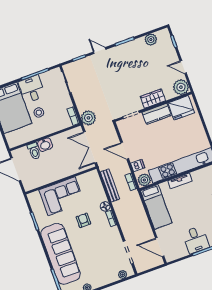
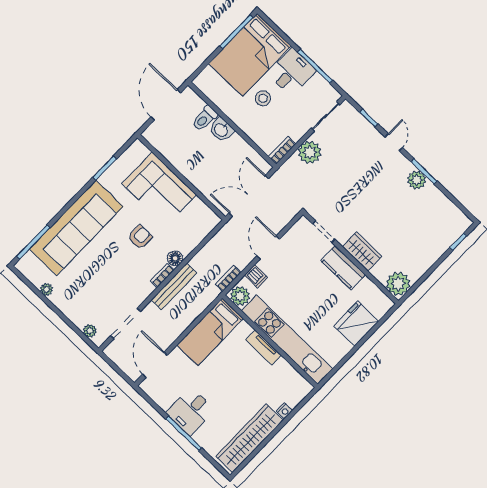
plant: (151, 40) -> (417, 180), moved
door: (183, 67) -> (428, 273), removed
fridge: (181, 108) -> (356, 324), moved, turned 90
plant: (88, 118) -> (310, 152), moved
bench: (110, 185) -> (174, 286), moved

